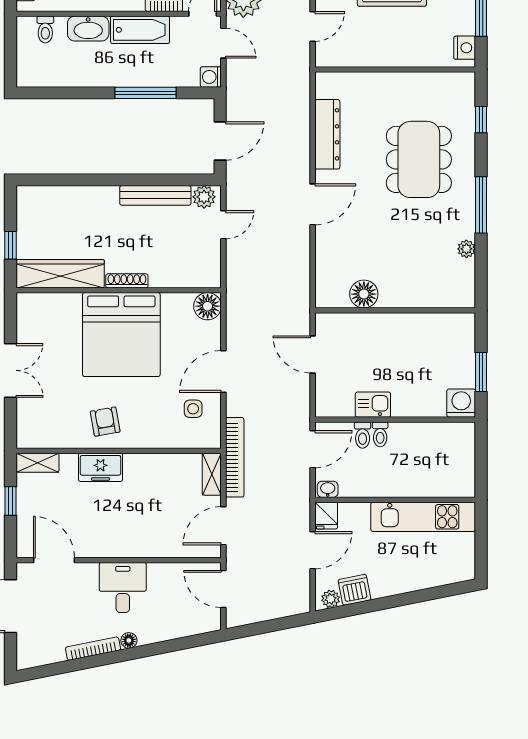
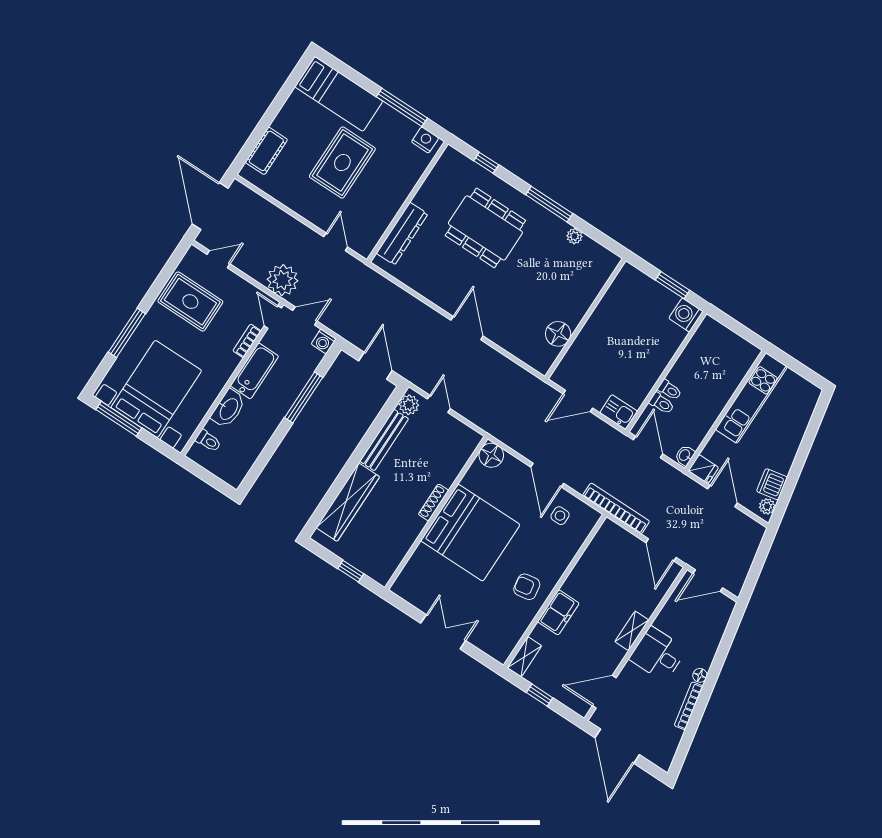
dresser: (327, 134) -> (402, 234), moved, turned 90
wardrobe: (60, 274) -> (348, 502), moved, turned 180
kitchen sink: (373, 405) -> (619, 412), moved, turned 90
shelving: (212, 474) -> (632, 631), moved, turned 90

